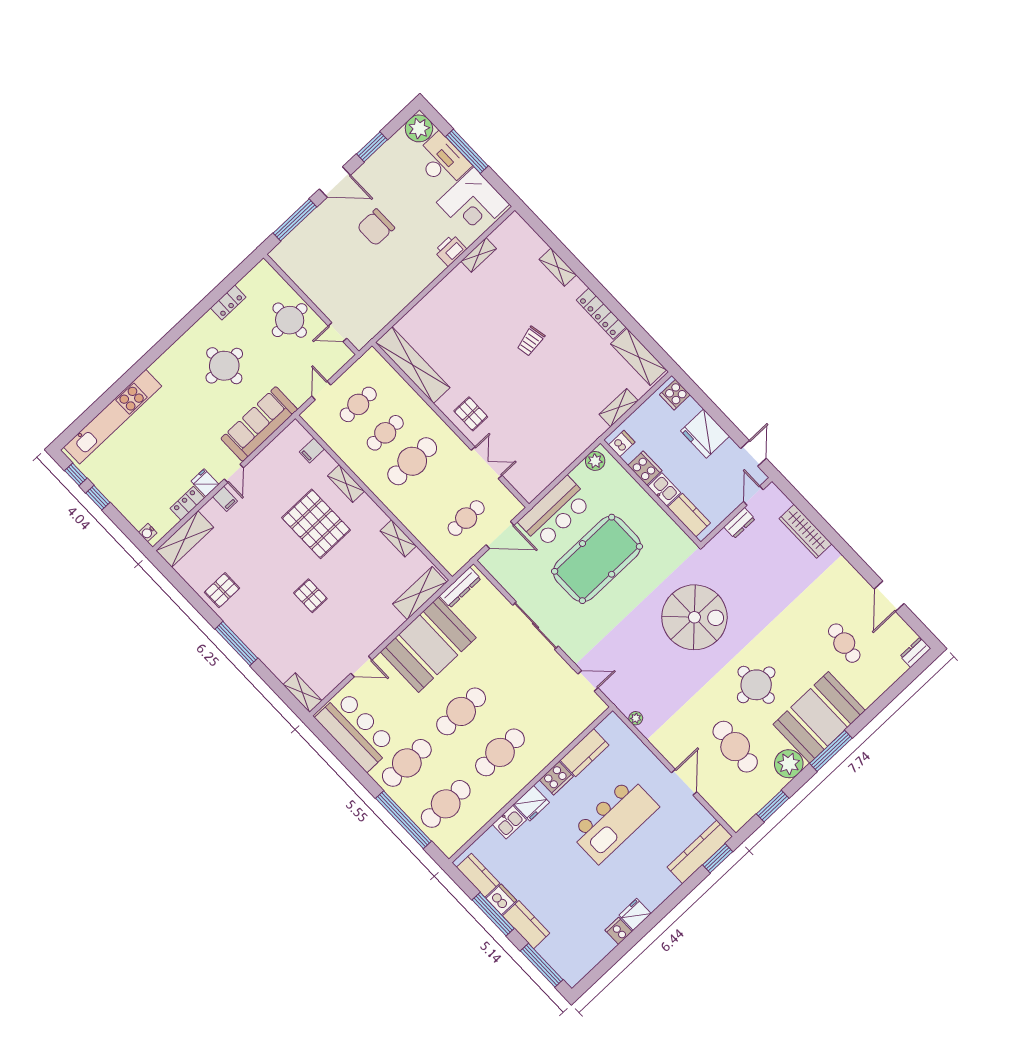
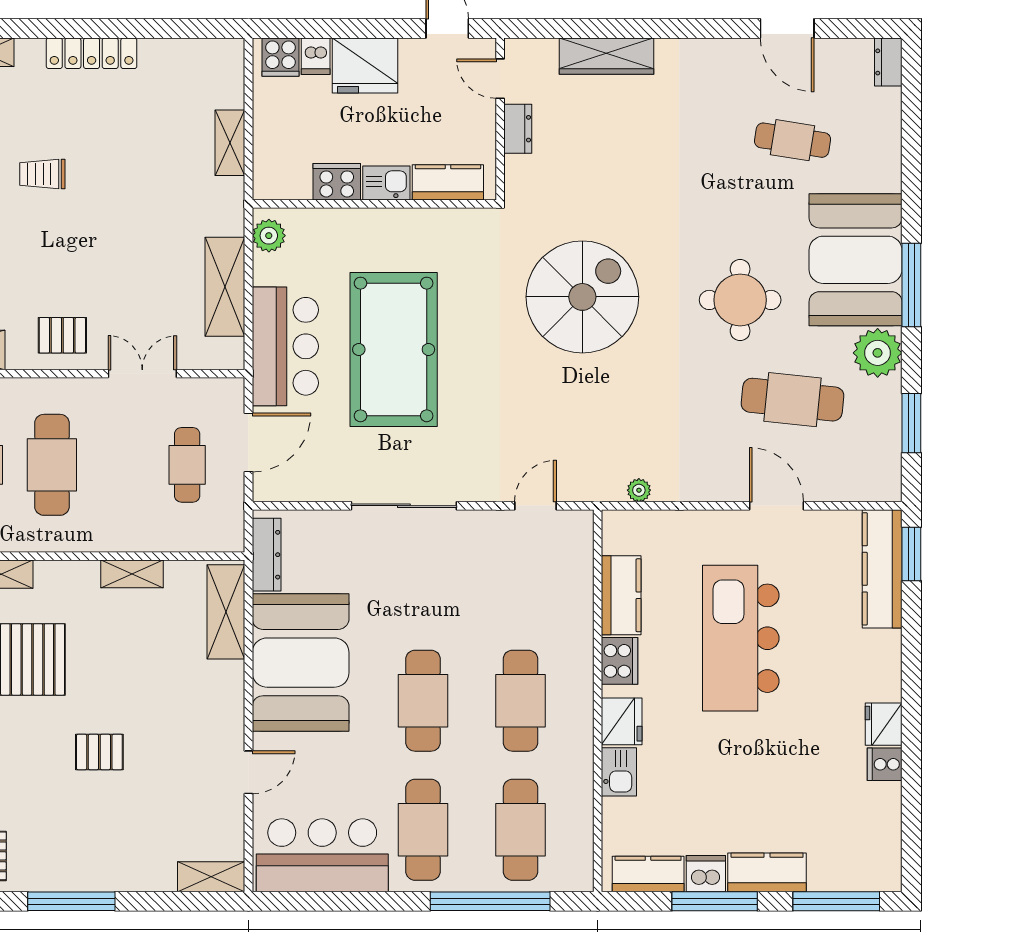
trolley: (531, 341) -> (42, 174), turned 101
shelving: (639, 357) -> (225, 287), moved, turned 90
dishwasher: (622, 444) -> (316, 56), moved, turned 180
kitchen island: (614, 820) -> (741, 638), turned 180

